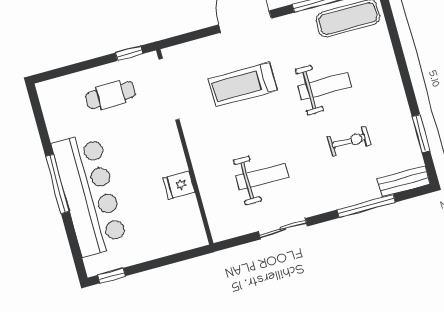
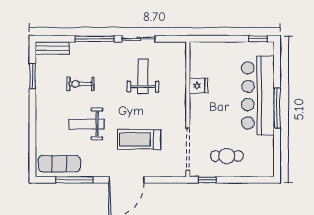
treadmill: (243, 84) -> (139, 139), turned 180
weight bench: (262, 177) -> (143, 76), turned 90
window: (366, 206) -> (94, 39), moved

